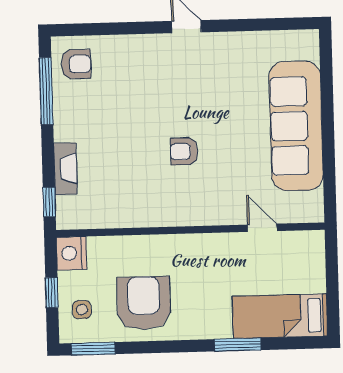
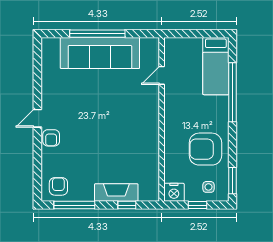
window: (328, 121) -> (97, 34), added
armchair: (184, 151) -> (51, 138), moved
fireplace: (65, 169) -> (116, 192), width x1.37, depth x1.32
window: (49, 202) -> (127, 205), moved
window: (238, 345) -> (233, 92), width x2.11

